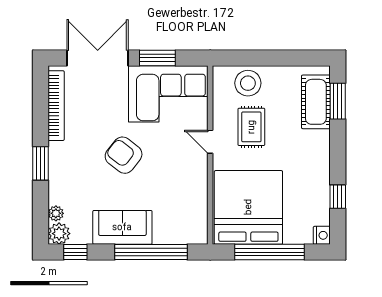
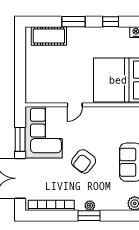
stool: (248, 83) -> (37, 80), removed
window: (338, 101) -> (73, 22), moved
rug: (251, 127) -> (65, 78), removed
plant: (56, 213) -> (90, 206), moved

